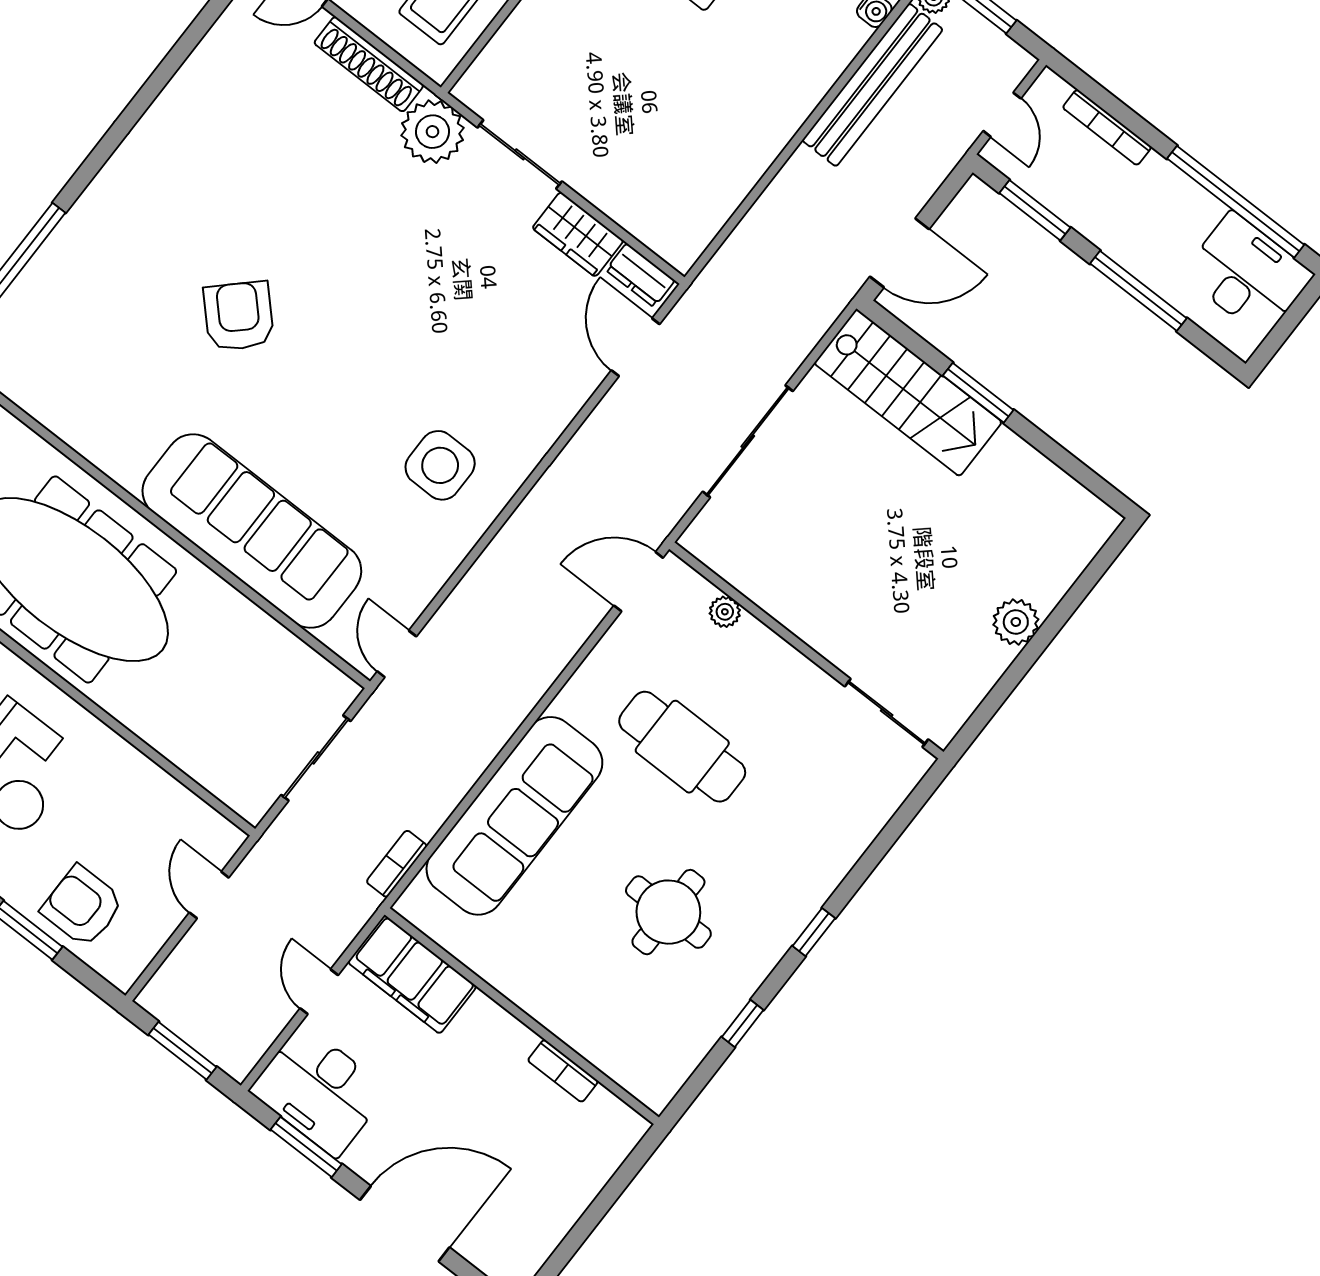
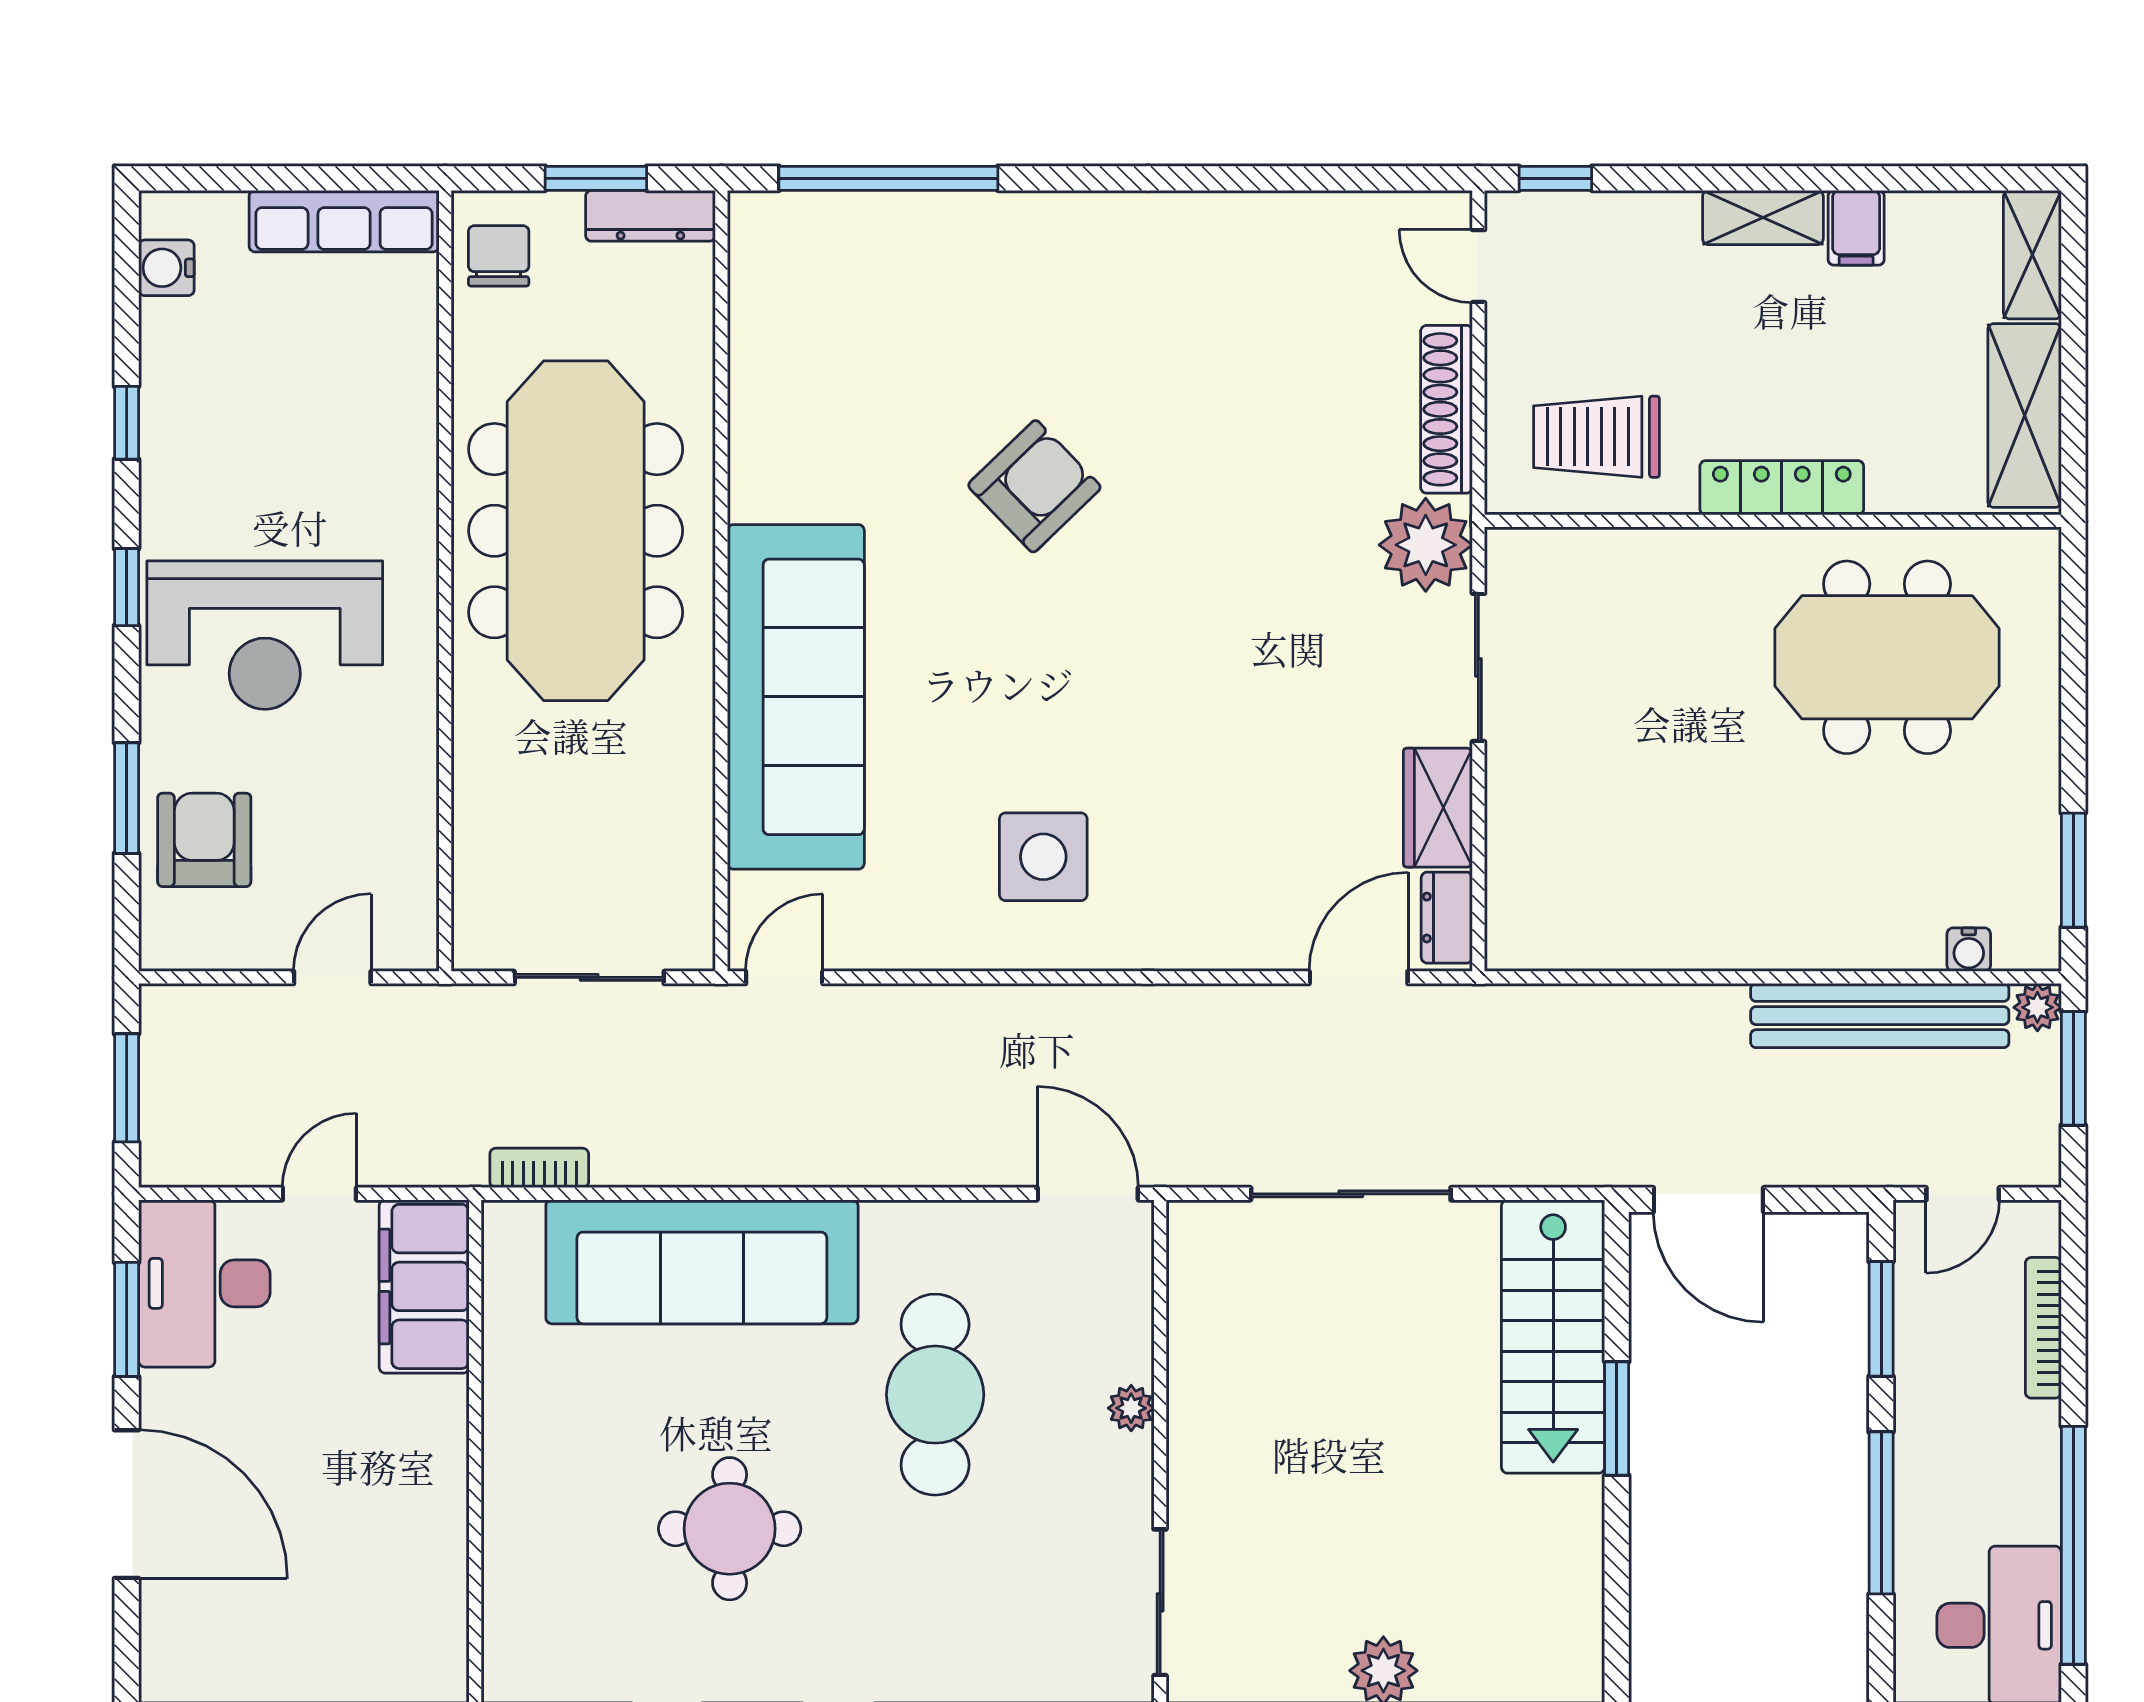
plant: (725, 612) -> (1131, 1408), moved
bookcase: (563, 1071) -> (449, 1550), removed

